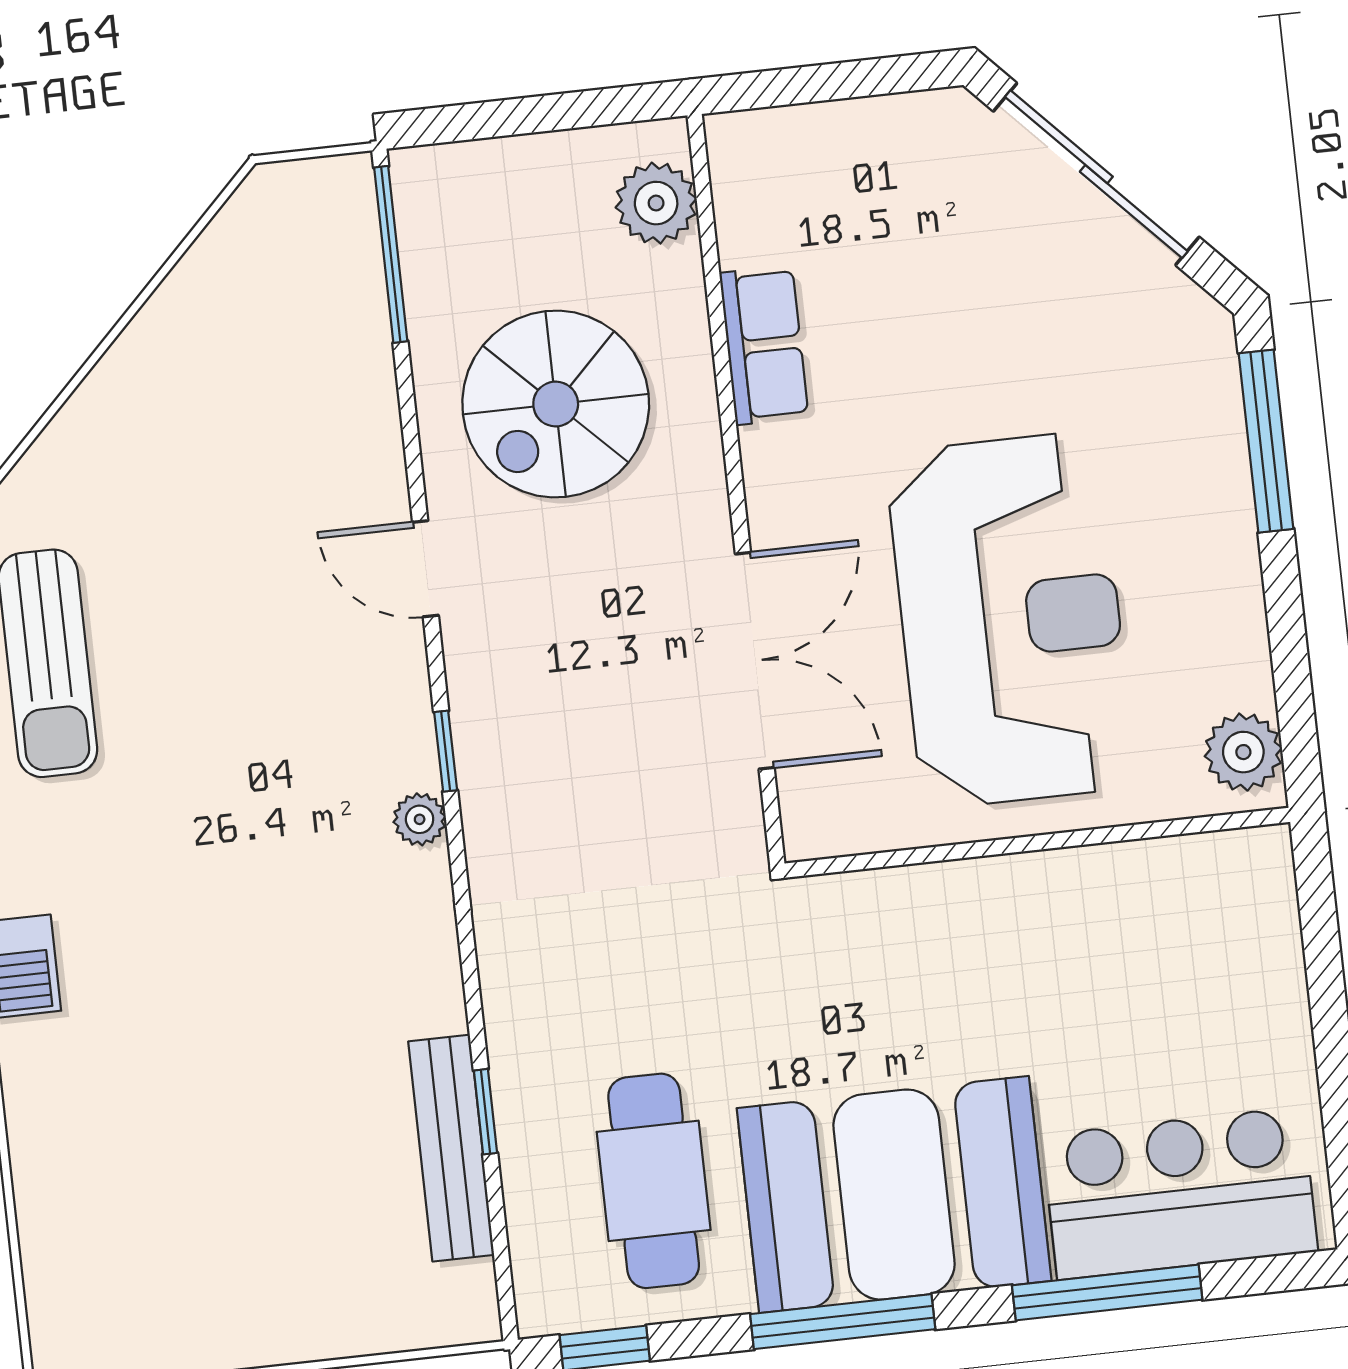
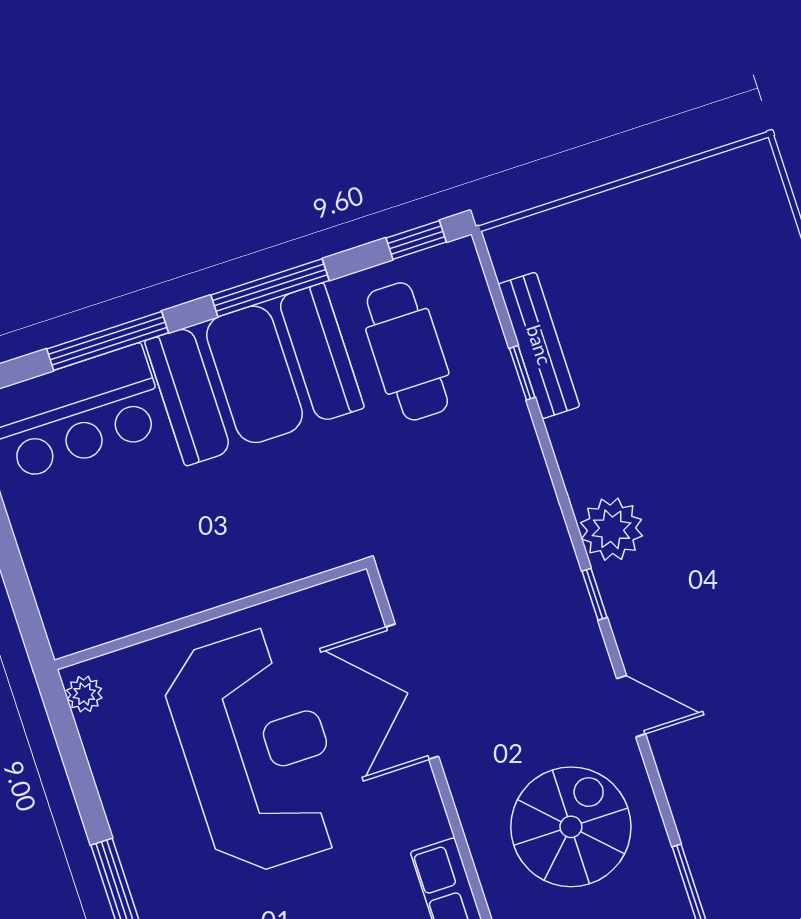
reception desk: (1011, 620) -> (257, 751), turned 180
plant: (1243, 752) -> (84, 694), width x0.73, depth x0.73
plant: (420, 819) -> (611, 529), width x1.88, depth x1.88

